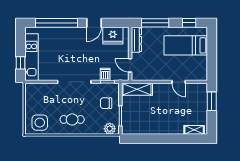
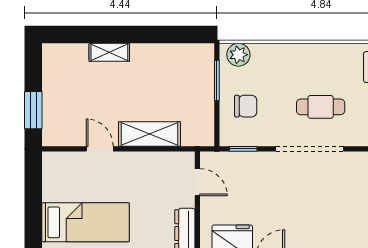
dishwasher: (105, 74) -> (248, 164), removed
shelving: (137, 89) -> (149, 134), moved
cafe table: (72, 119) -> (321, 107), moved
shelving: (194, 130) -> (109, 52), moved

